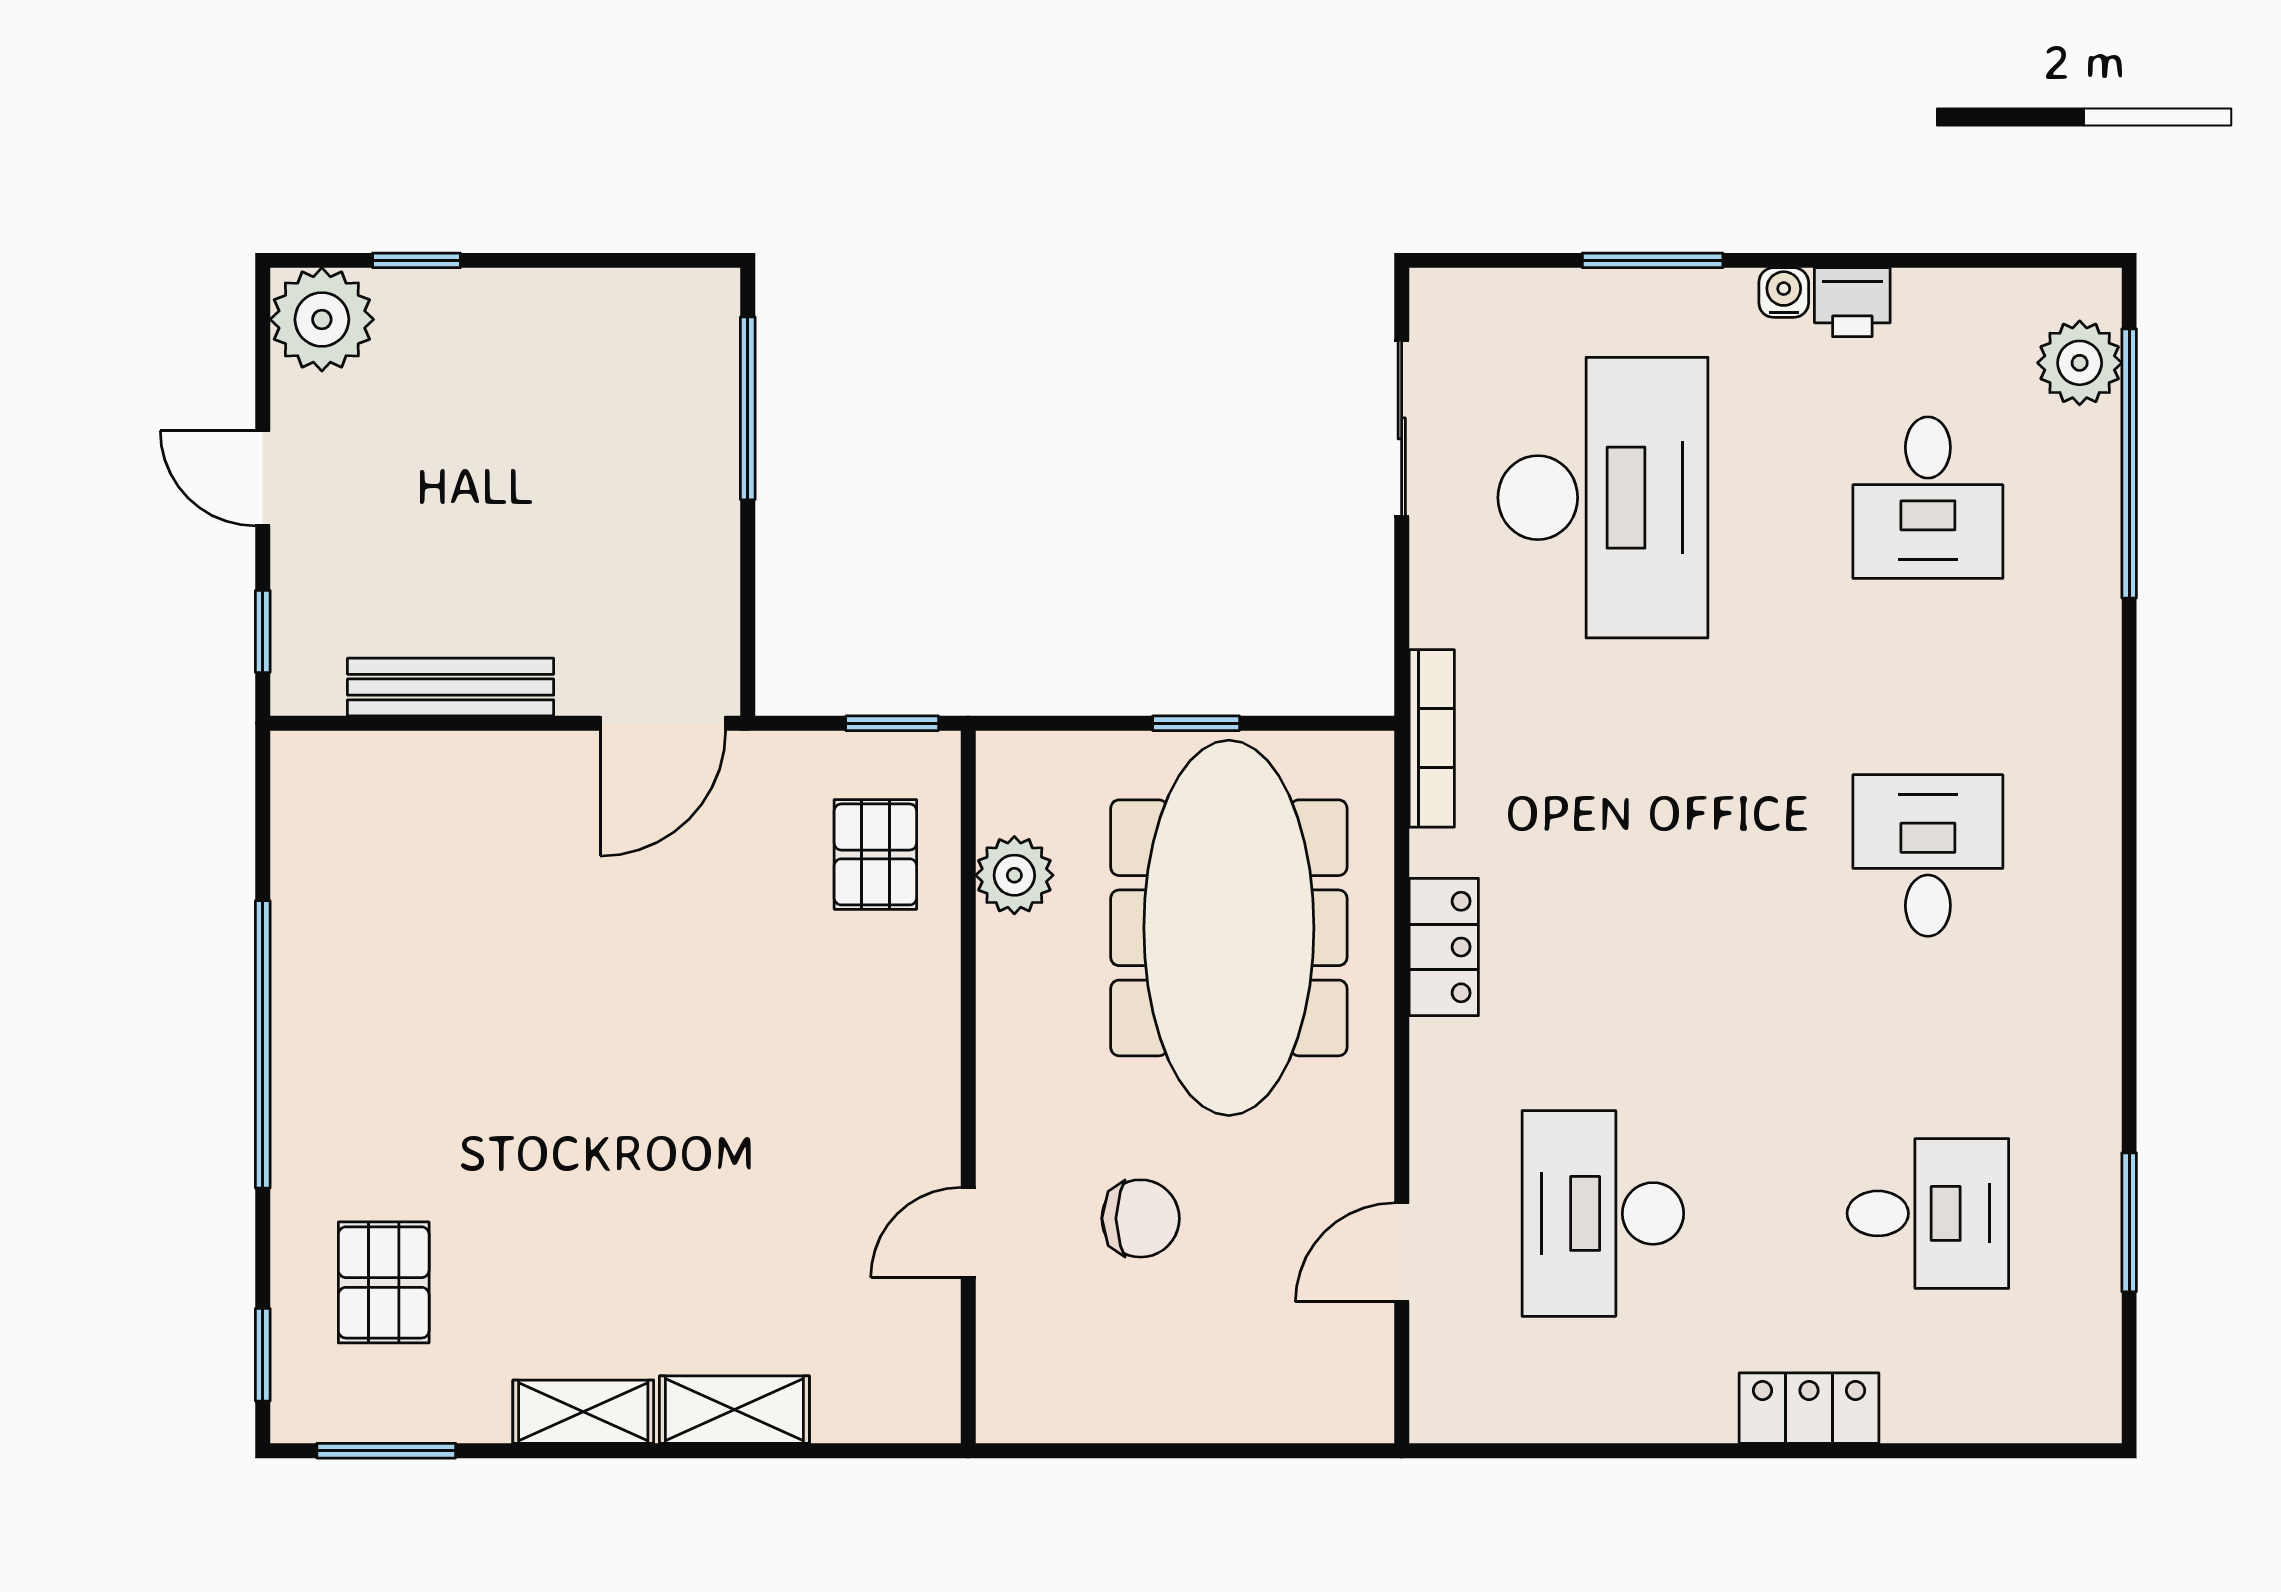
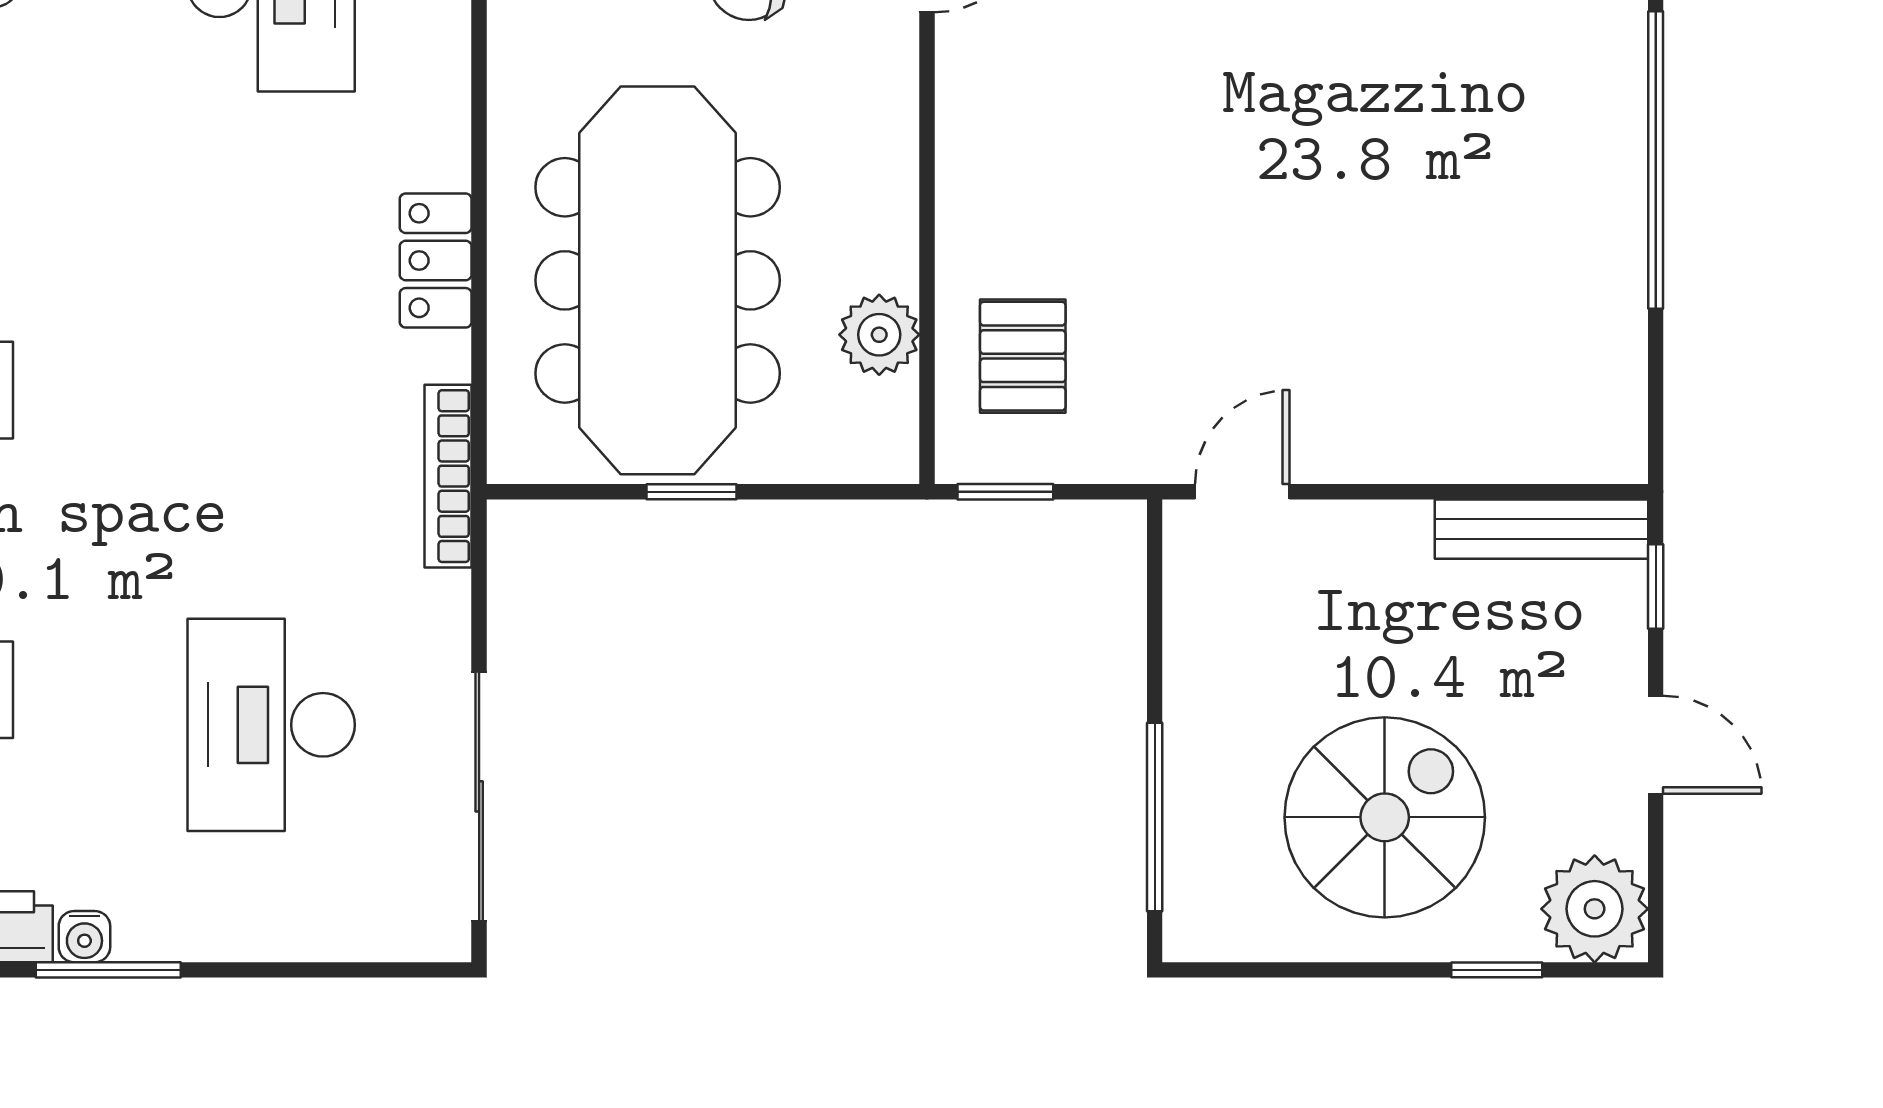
window: (1653, 260) -> (108, 970), moved
spiral stairs: (525, 408) -> (1385, 817), added
sliding door: (1402, 428) -> (479, 796), width x1.37
desk: (1603, 498) -> (271, 725), width x0.73, depth x0.77
bench: (451, 687) -> (1541, 529), moved
door: (663, 723) -> (1242, 492), width x0.73

